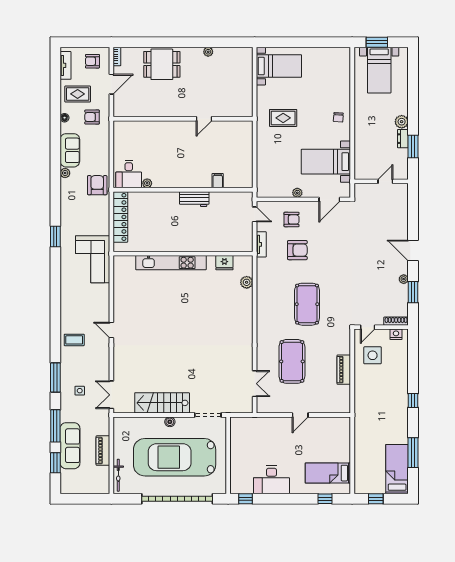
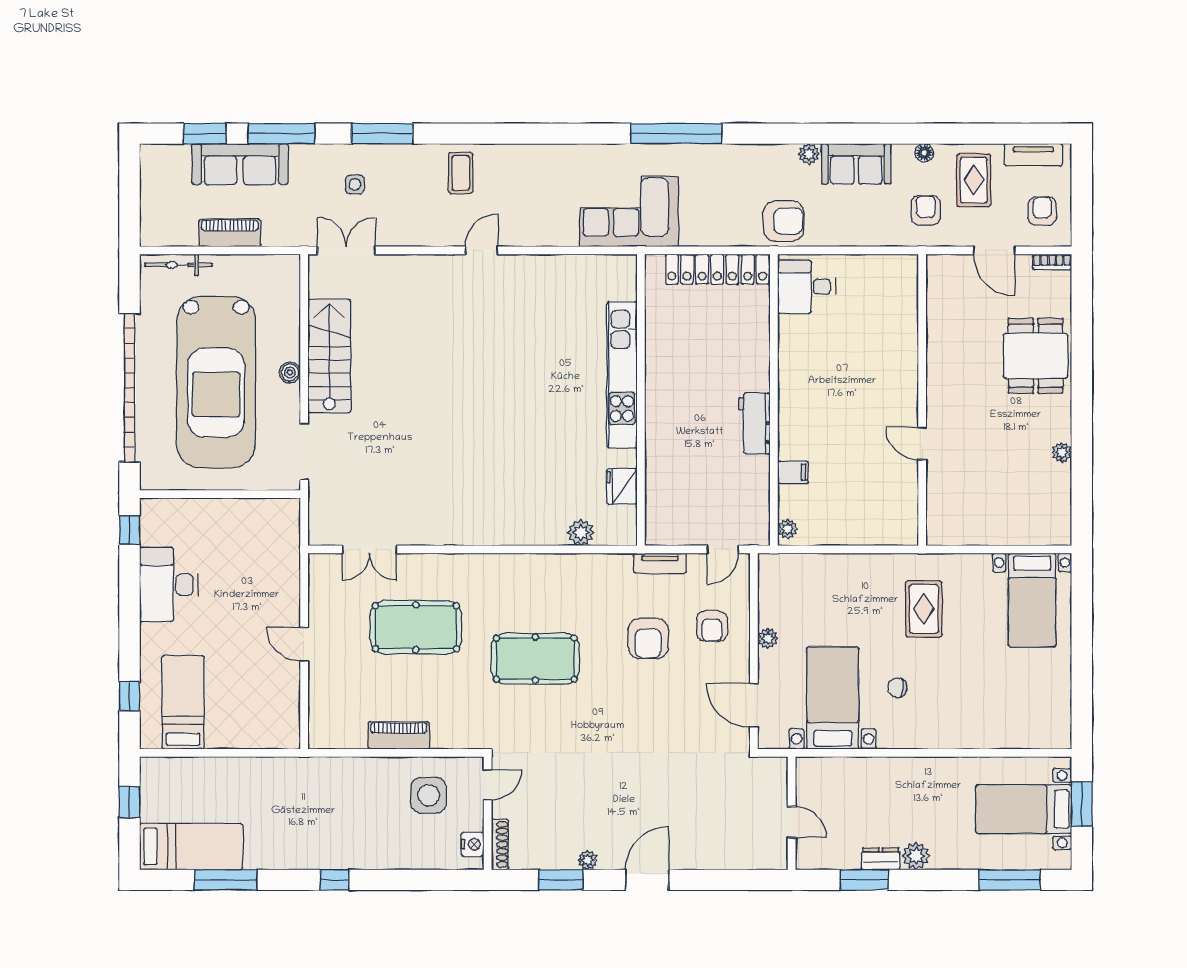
window: (413, 77) -> (1010, 880), added
chair: (338, 117) -> (897, 688), moved
plant: (147, 183) -> (788, 529), moved
window: (55, 236) -> (676, 134), width x2.11
door: (368, 327) -> (488, 785), swing flipped
car: (175, 457) -> (216, 382), turned 180

